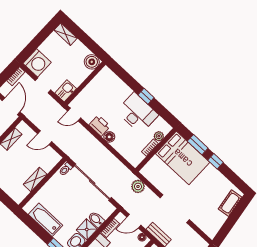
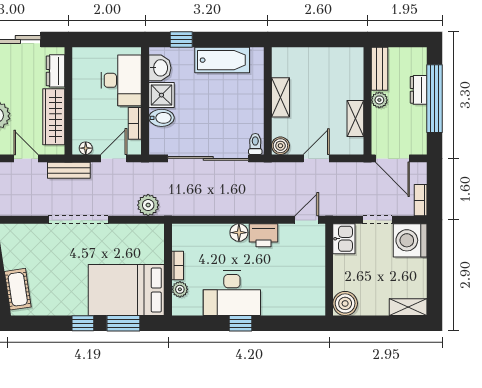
boiler: (55, 158) -> (280, 146), added

